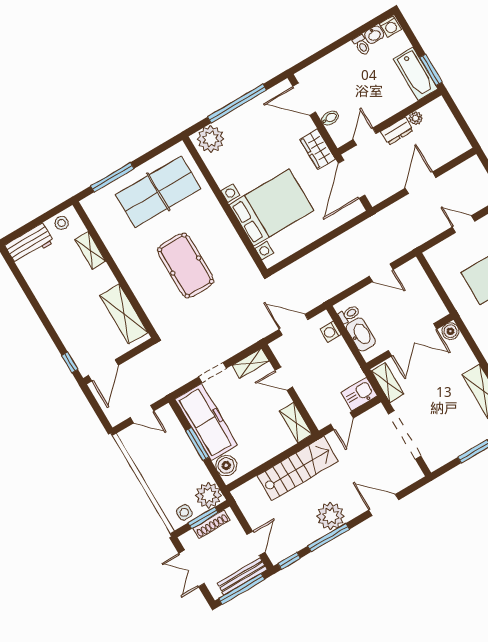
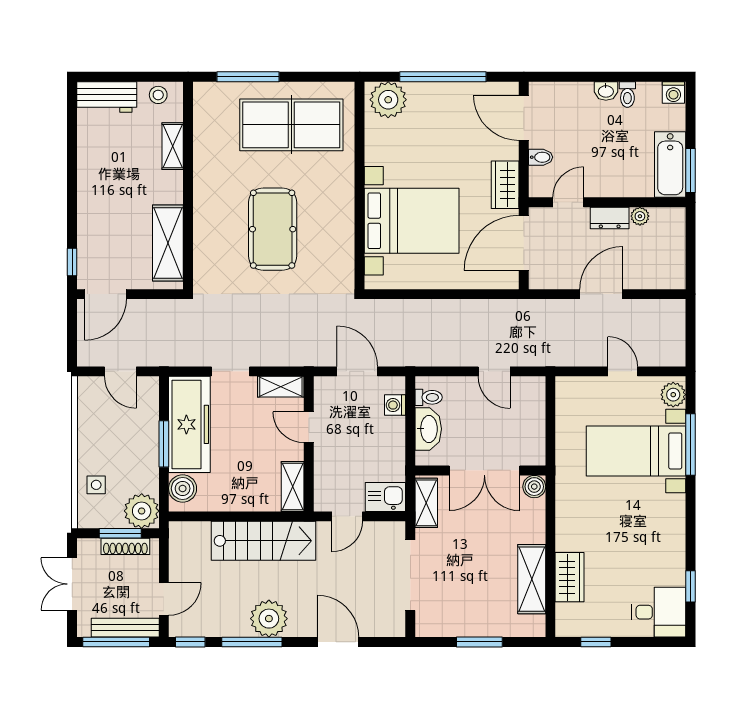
washbasin: (374, 35) -> (606, 91), moved
side table: (184, 512) -> (96, 485), moved

